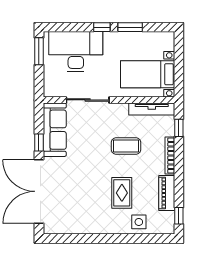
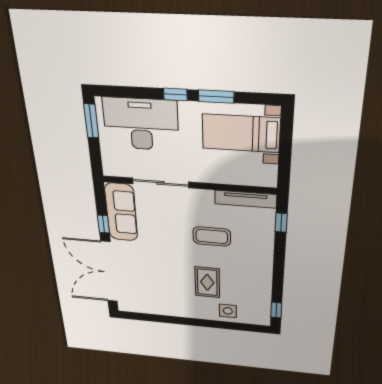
bed with nightstands: (148, 74) -> (241, 133), moved
bookcase: (170, 156) -> (268, 251), removed
piano: (167, 193) -> (262, 287), removed

